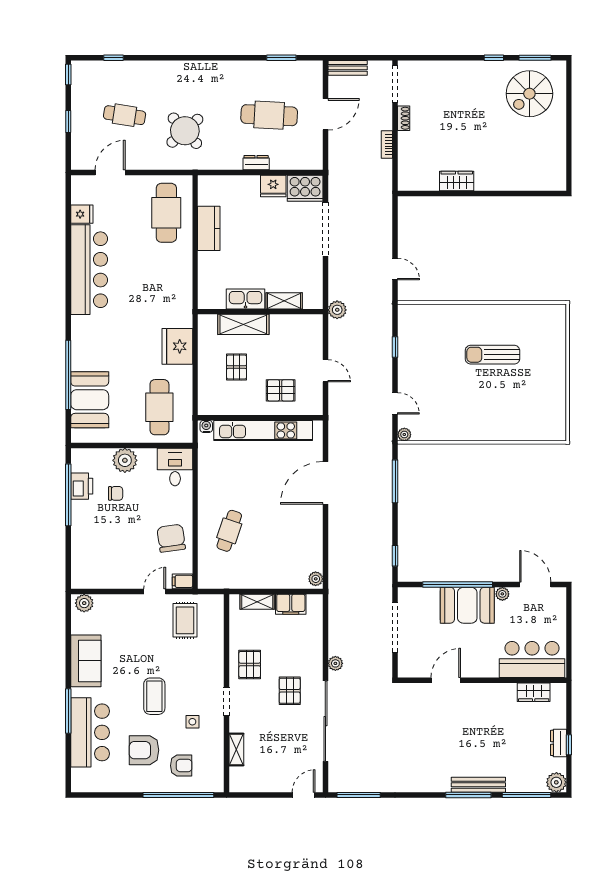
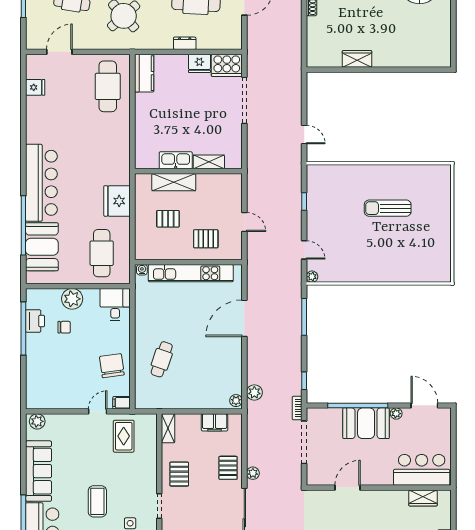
bookcase: (387, 145) -> (297, 408), moved
kitchen counter: (209, 228) -> (144, 73), moved
bar counter: (89, 270) -> (41, 183), moved
plant: (337, 310) -> (254, 392), moved
pallet: (237, 367) -> (168, 219), turned 90
shelving: (257, 602) -> (168, 428), moved, turned 90
sofa: (86, 661) -> (39, 471), width x1.36
pallet: (290, 691) -> (228, 468), moved

